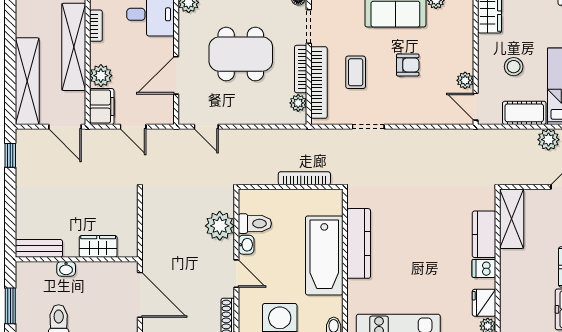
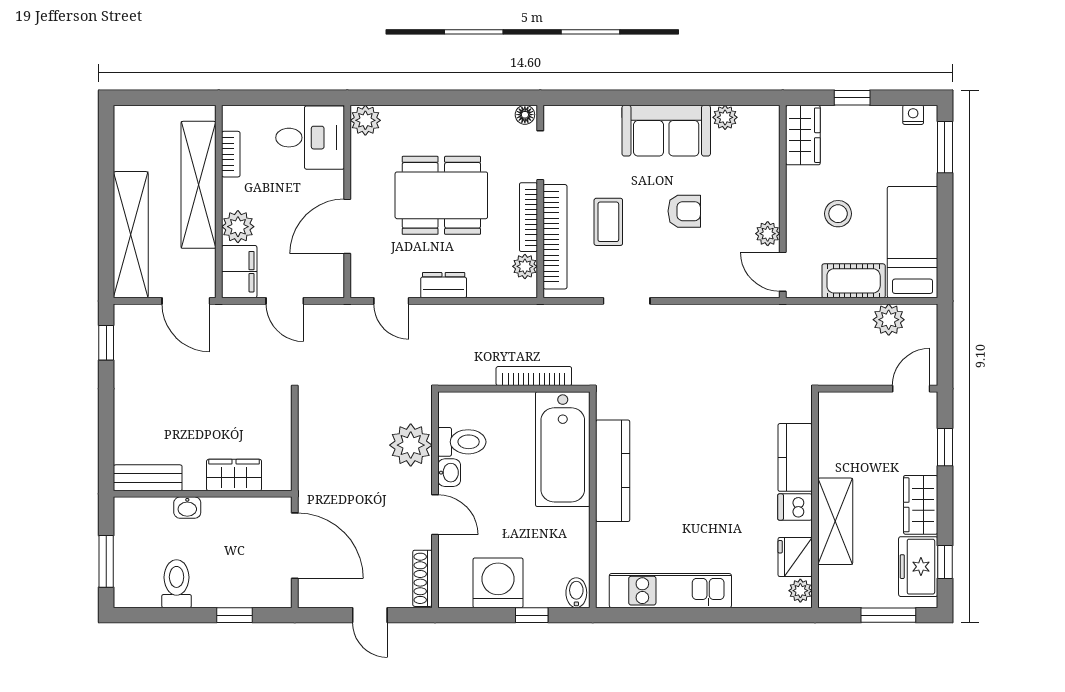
dresser: (242, 116) -> (444, 285), added
shelving: (512, 219) -> (835, 521), moved
bathtub: (324, 255) -> (563, 449), moved

